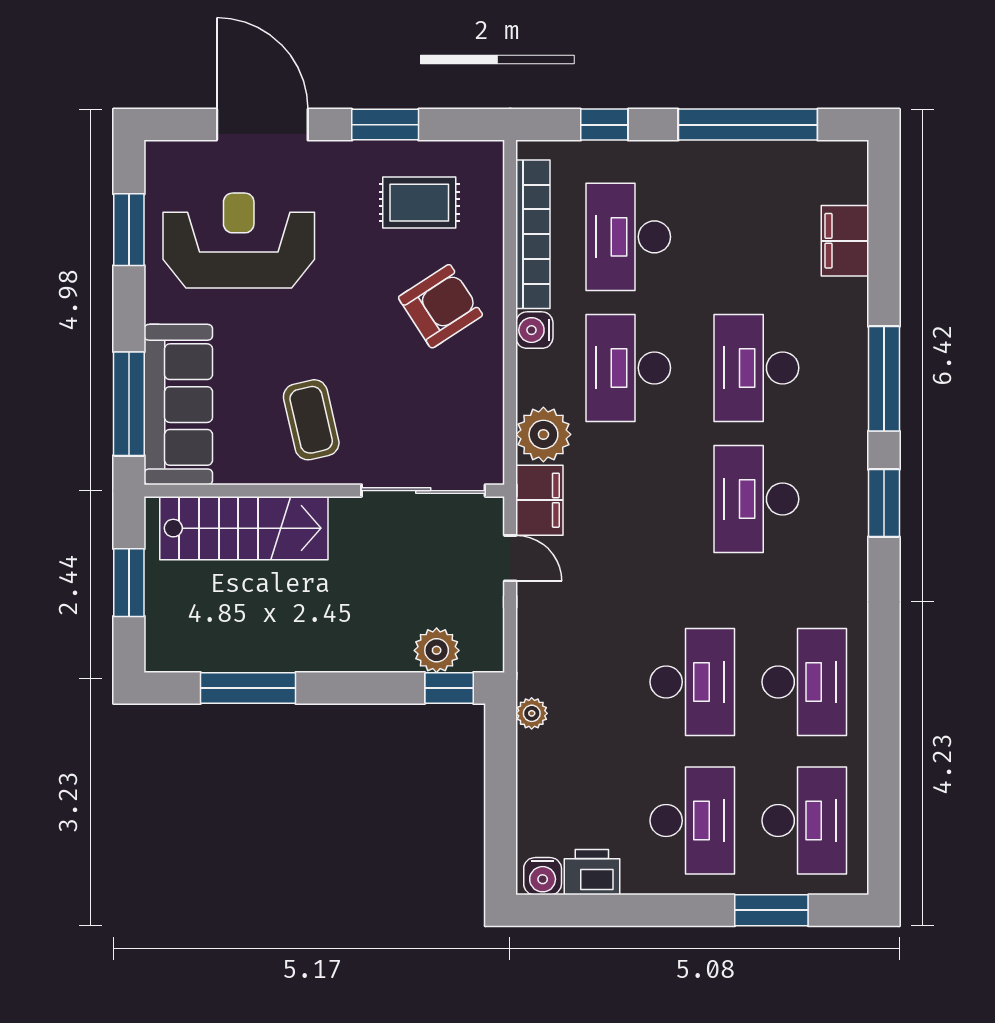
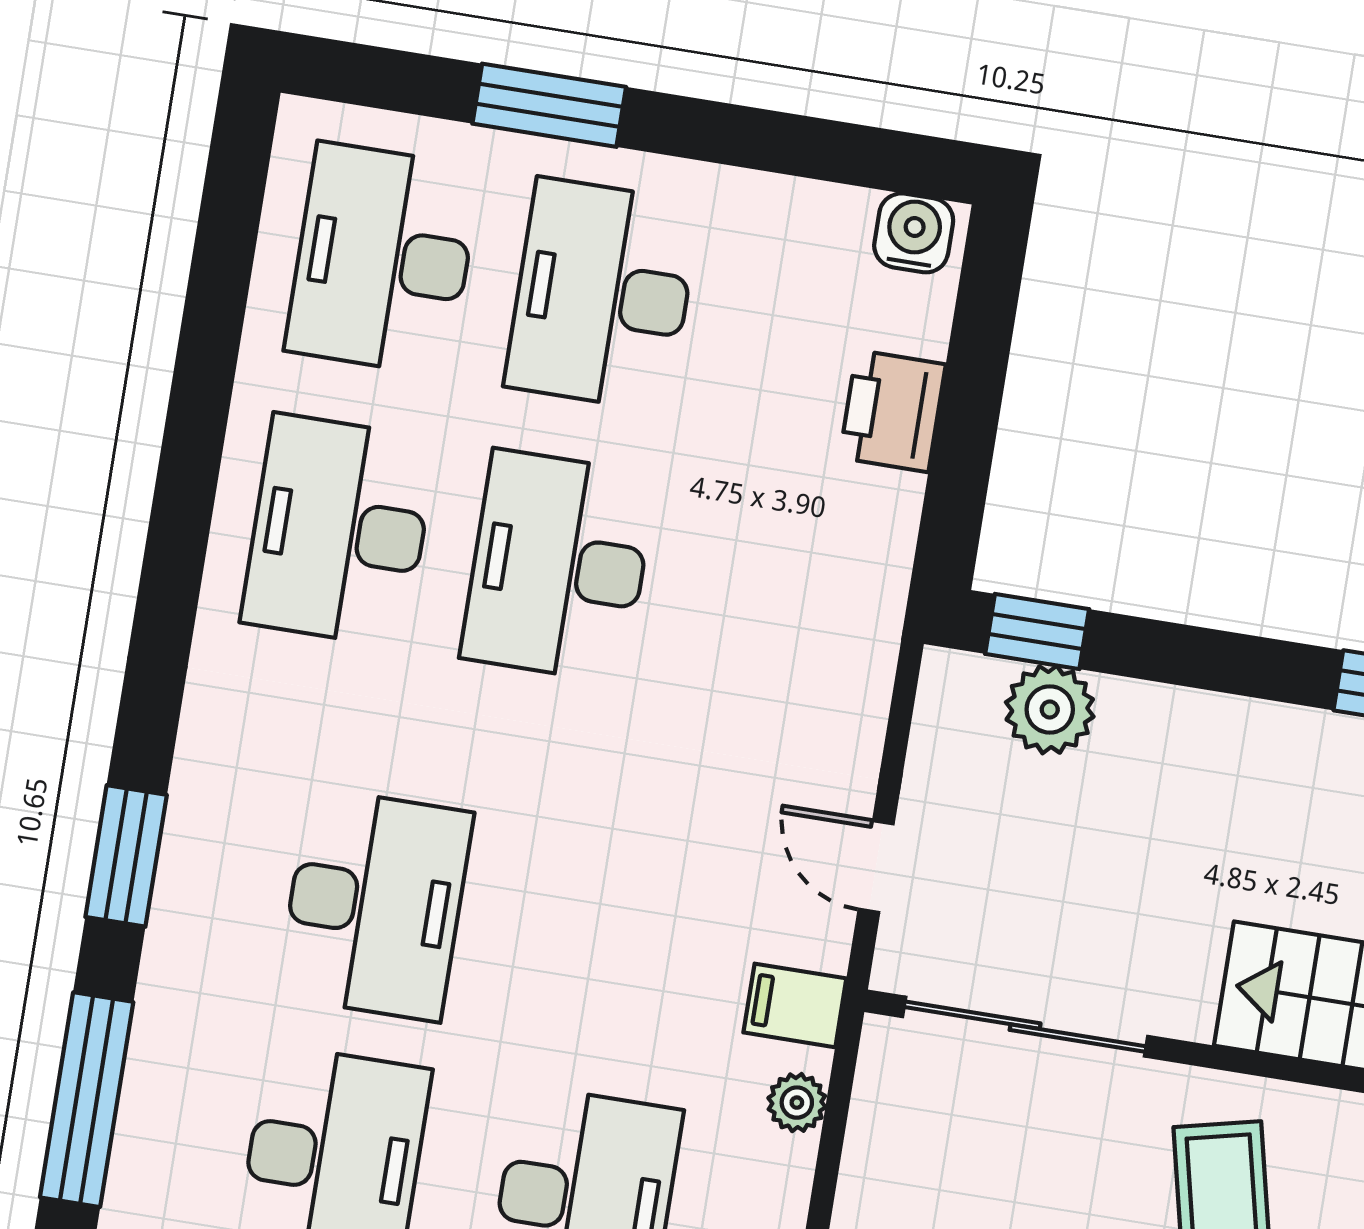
plant: (543, 434) -> (797, 1103), width x0.53, depth x0.53
filing cabinet: (539, 500) -> (795, 1005), width x0.50
plant: (532, 713) -> (883, 556), removed
printer: (592, 872) -> (893, 411), moved, turned 90
window: (771, 910) -> (549, 105), moved

